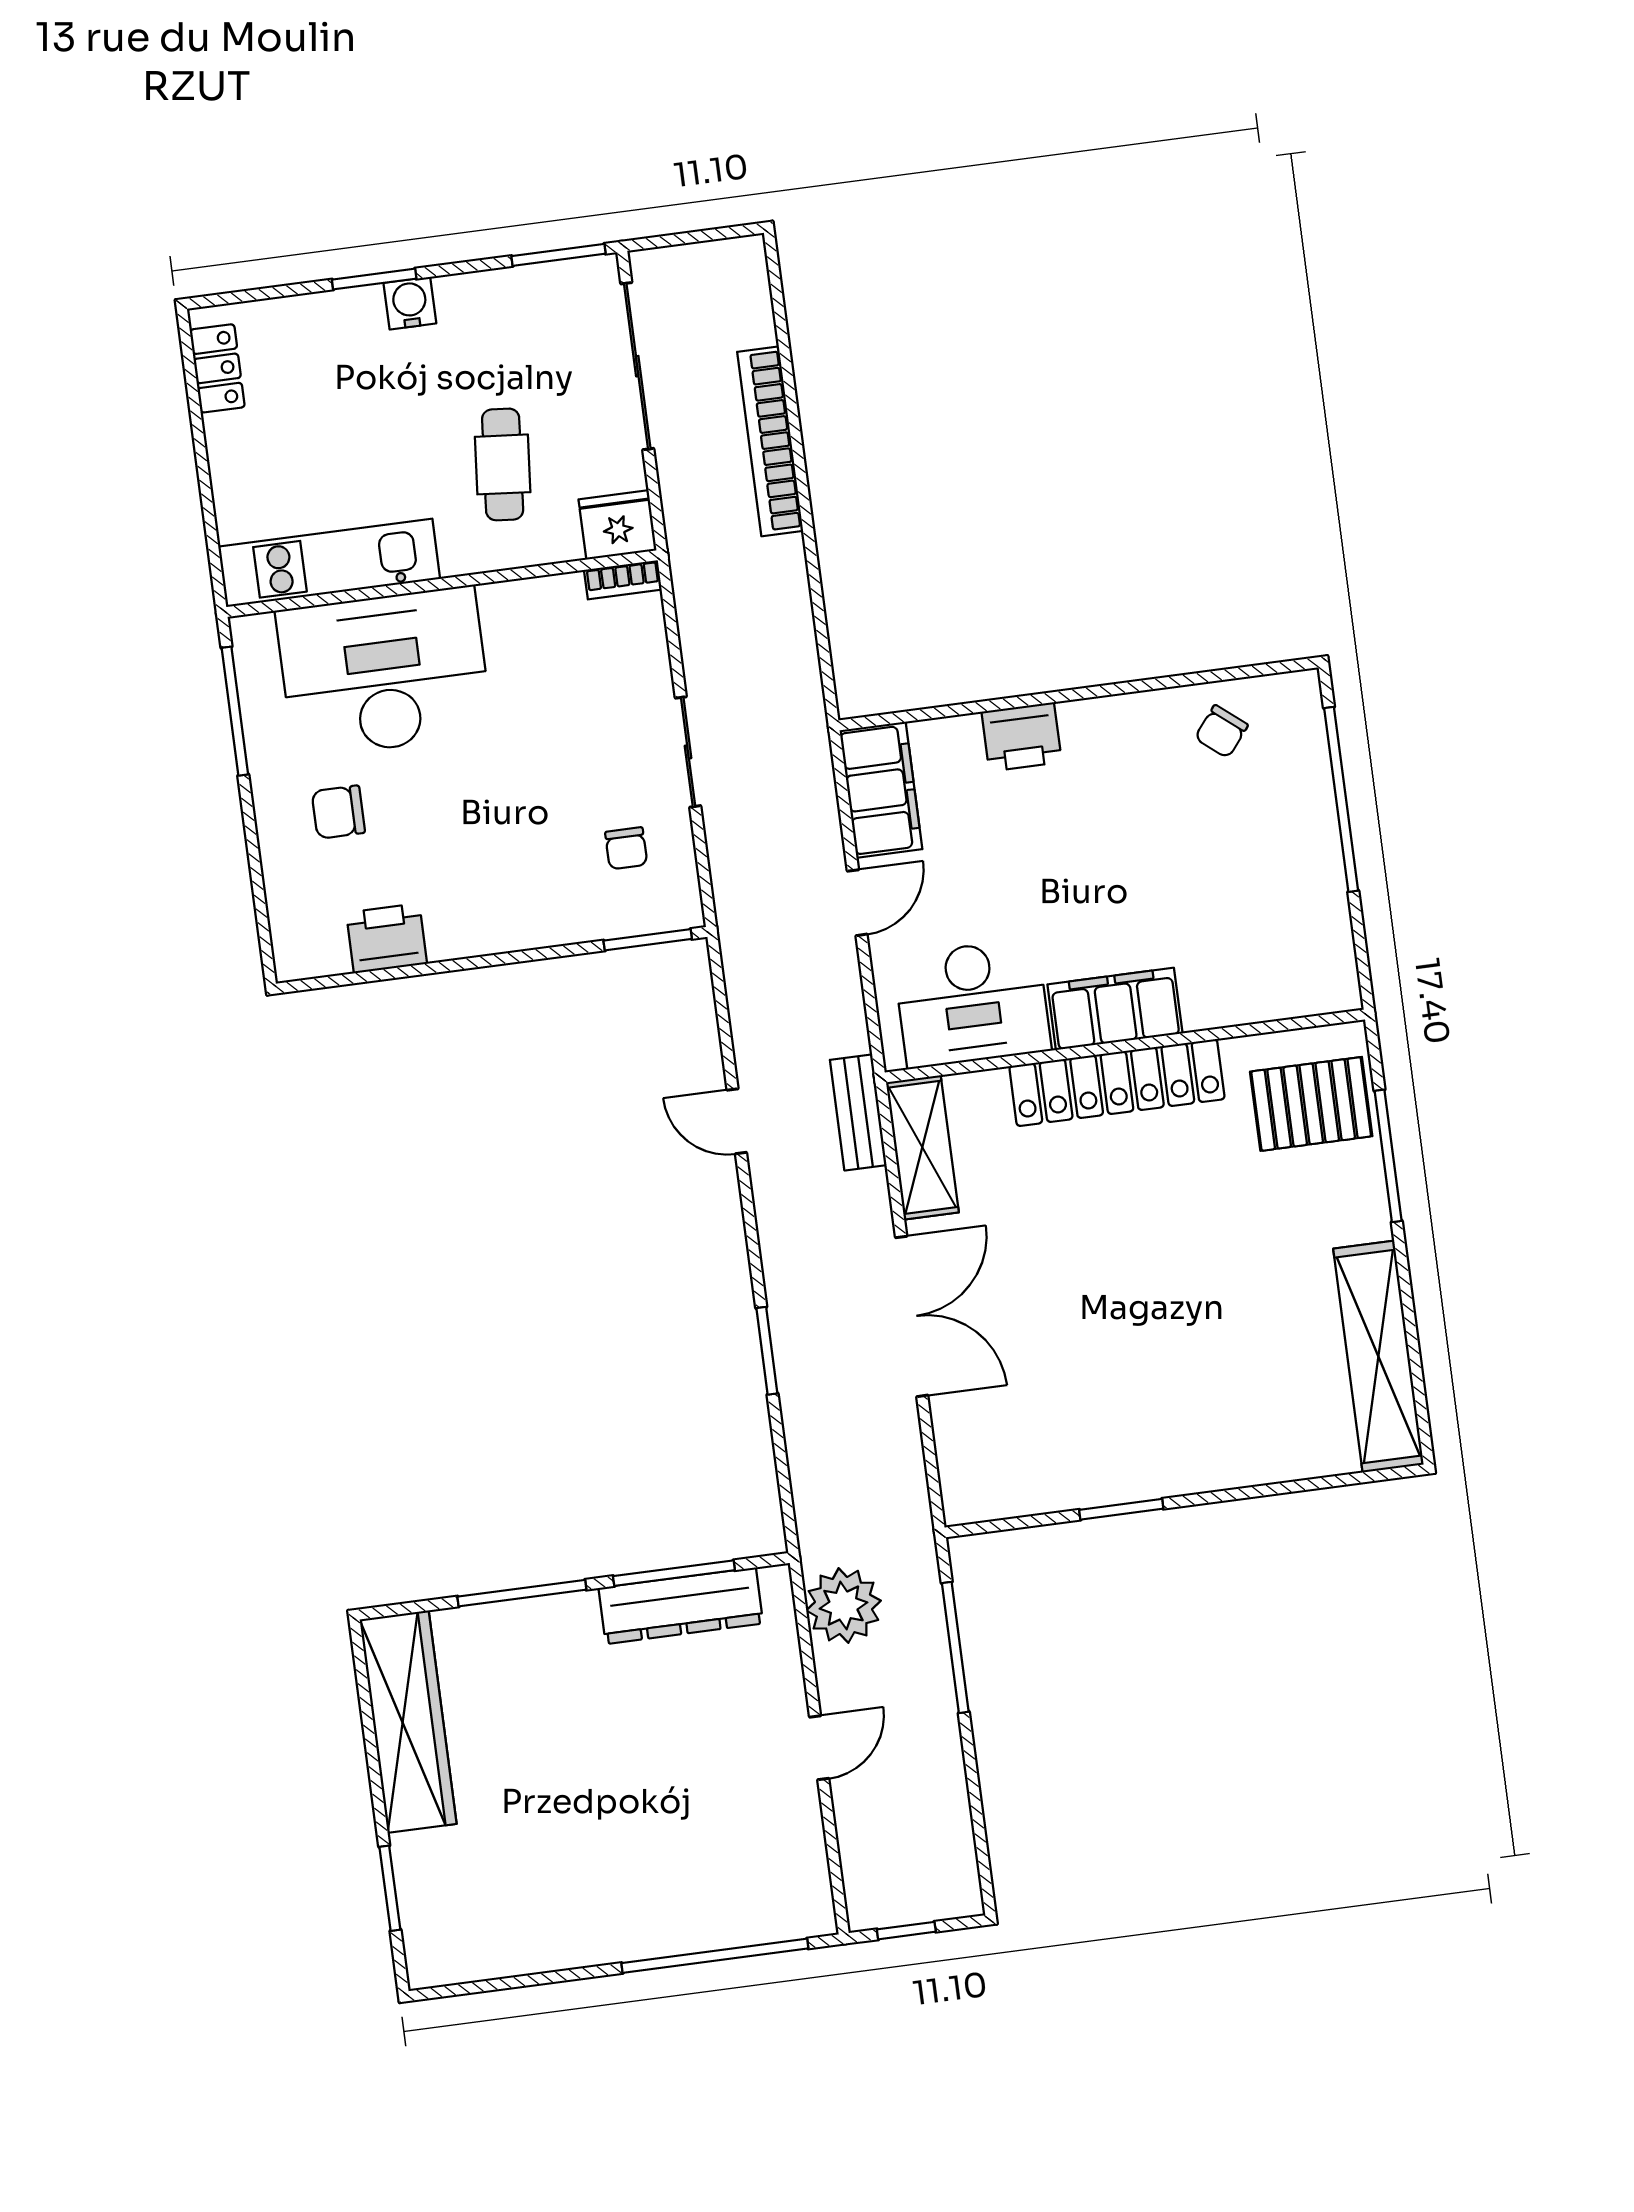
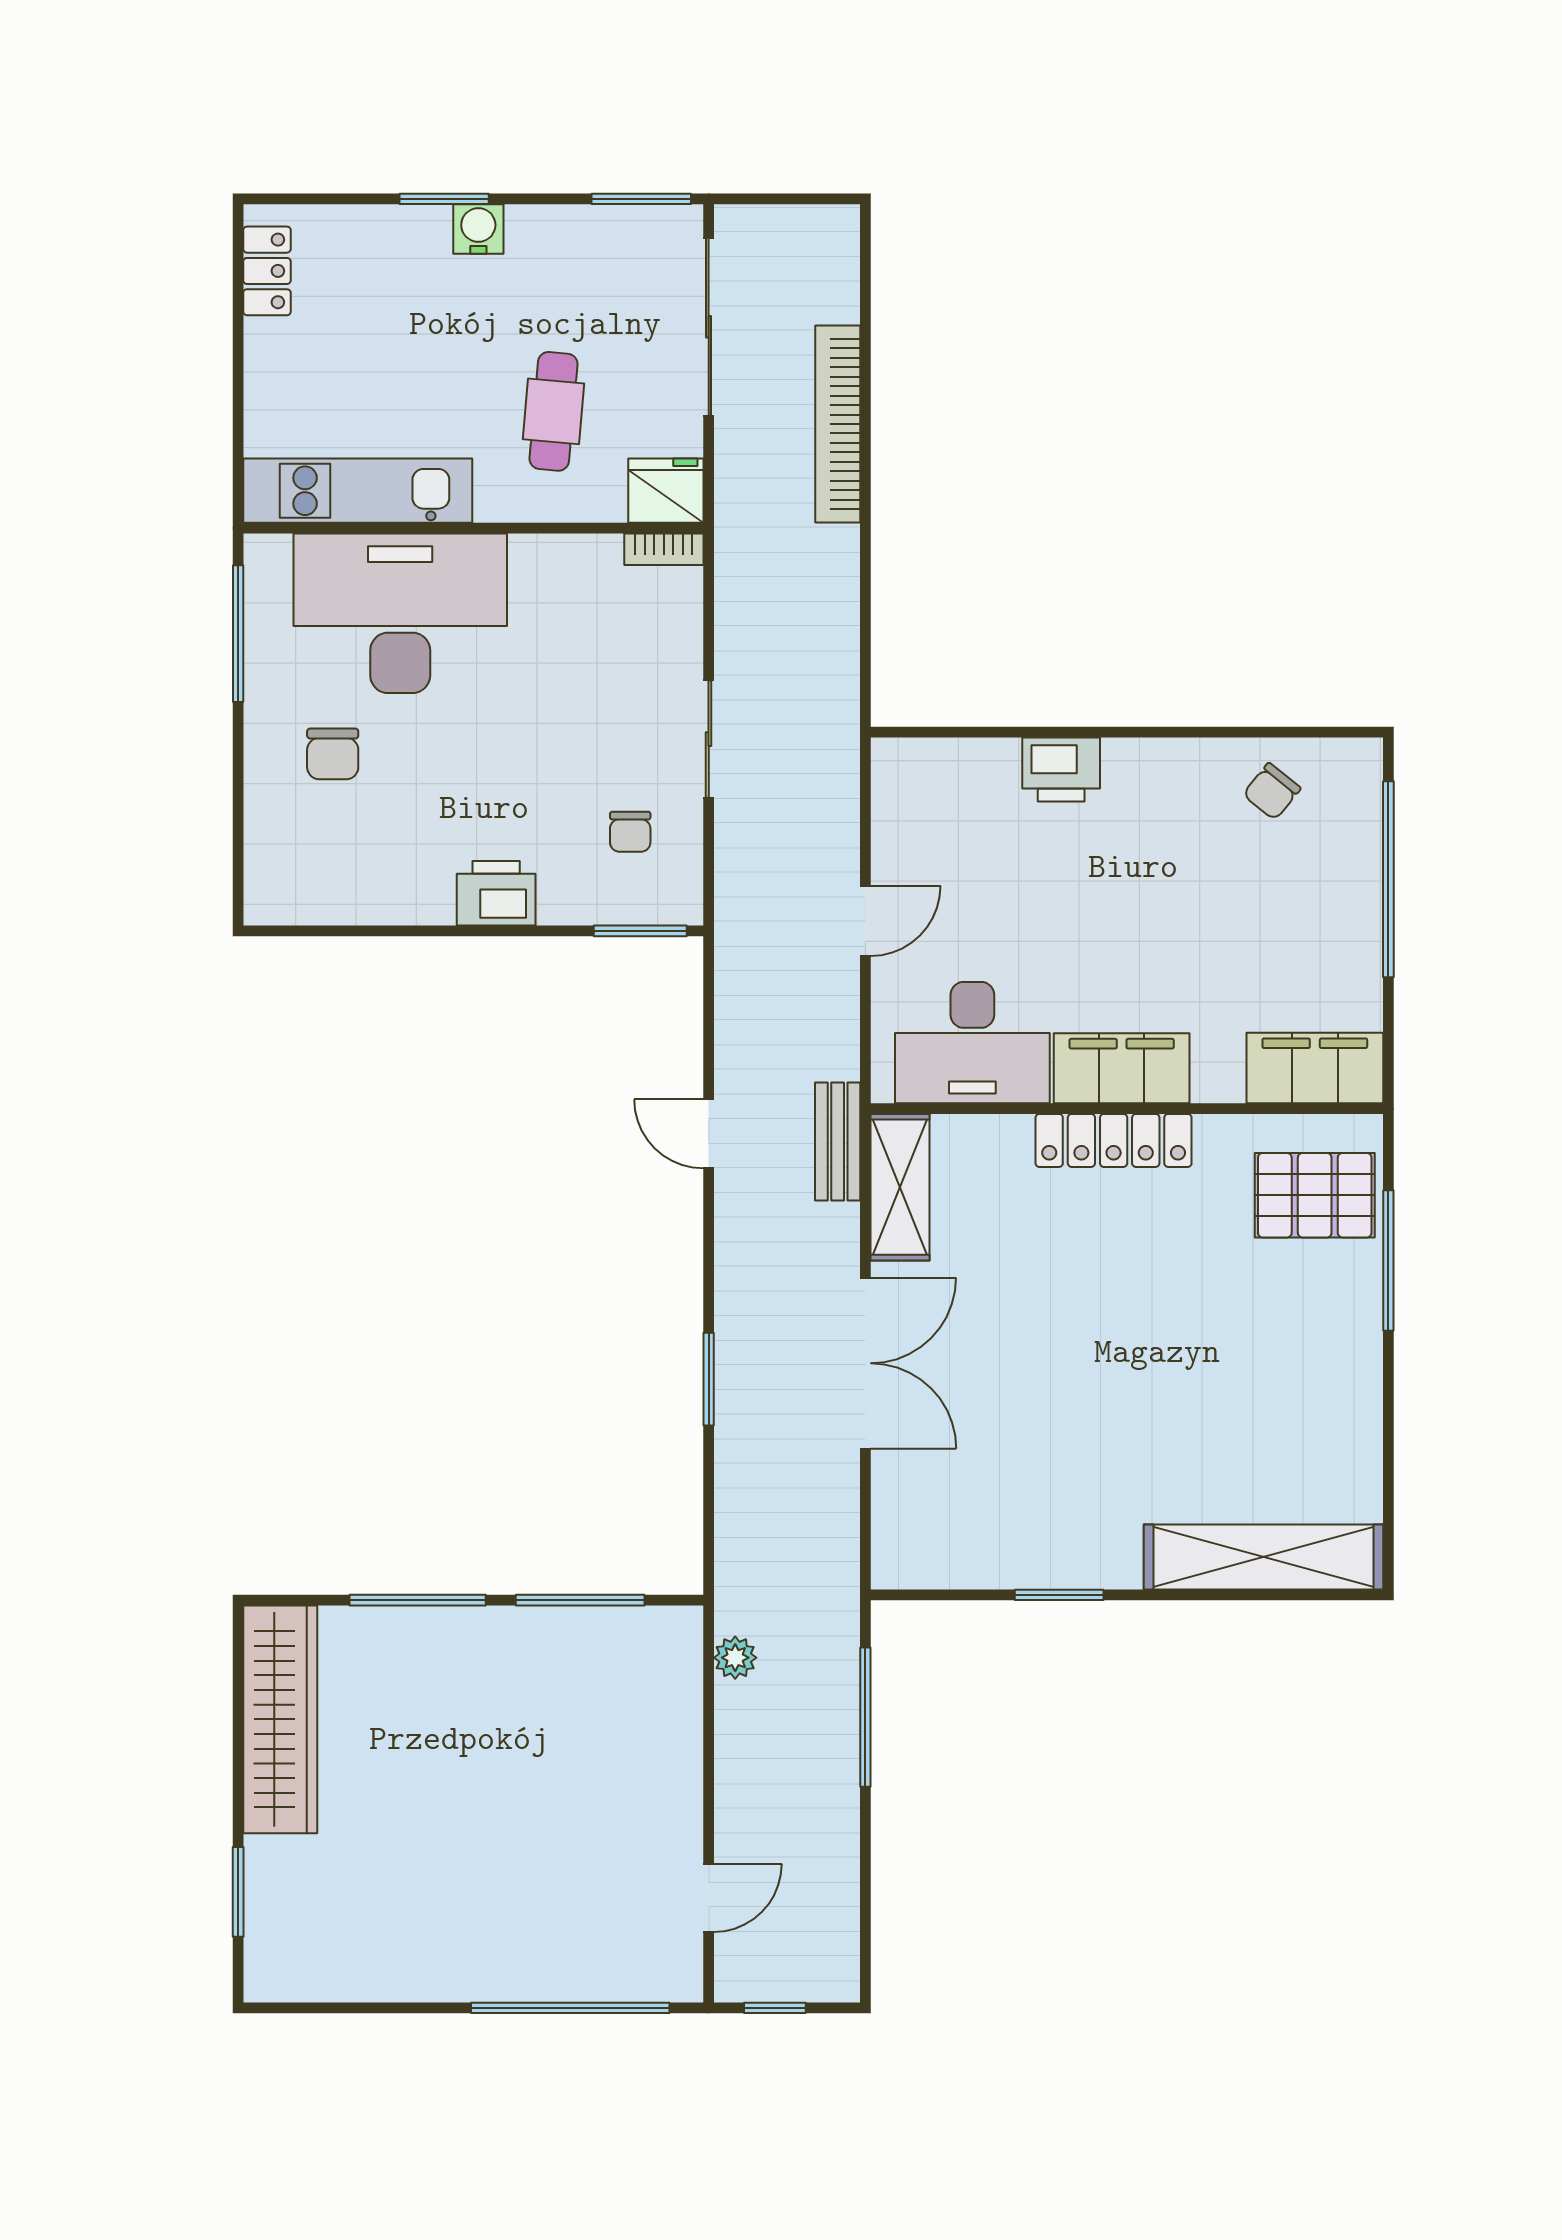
filing cabinet: (881, 790) -> (1315, 1068), moved, turned -90
chair: (338, 812) -> (333, 754), turned -90
printer: (387, 938) -> (496, 893), moved
locker: (1117, 1083) -> (1114, 1140), width x0.71, depth x0.83
shelving: (1378, 1357) -> (1263, 1557), moved, turned 90
dresser: (681, 1606) -> (583, 1635), removed
plant: (843, 1606) -> (735, 1658), width x0.53, depth x0.53
door: (819, 1748) -> (709, 1898), moved

